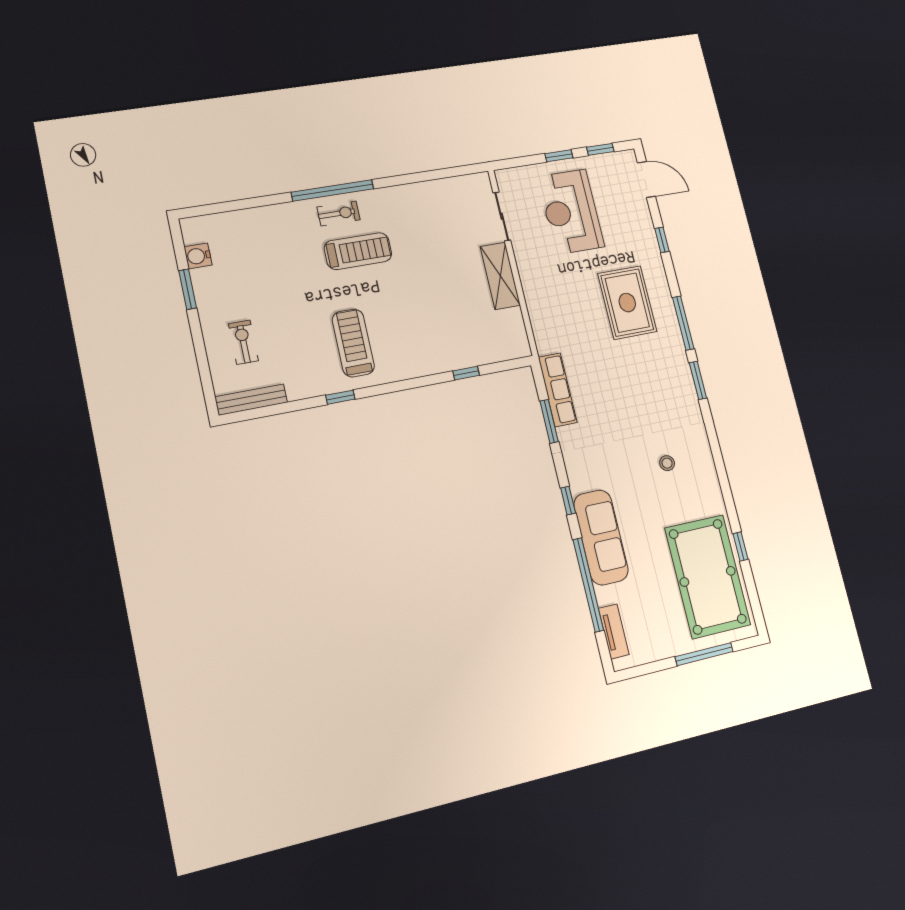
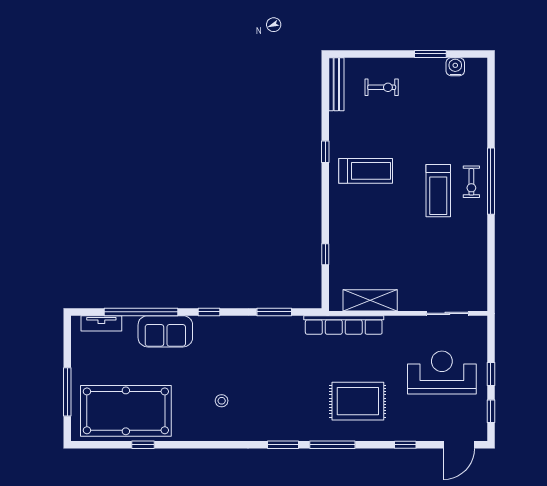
shelving: (500, 276) -> (370, 300), moved
row of seats: (558, 390) -> (344, 325), moved, width x1.36
sofa: (601, 537) -> (165, 331), width x0.73

